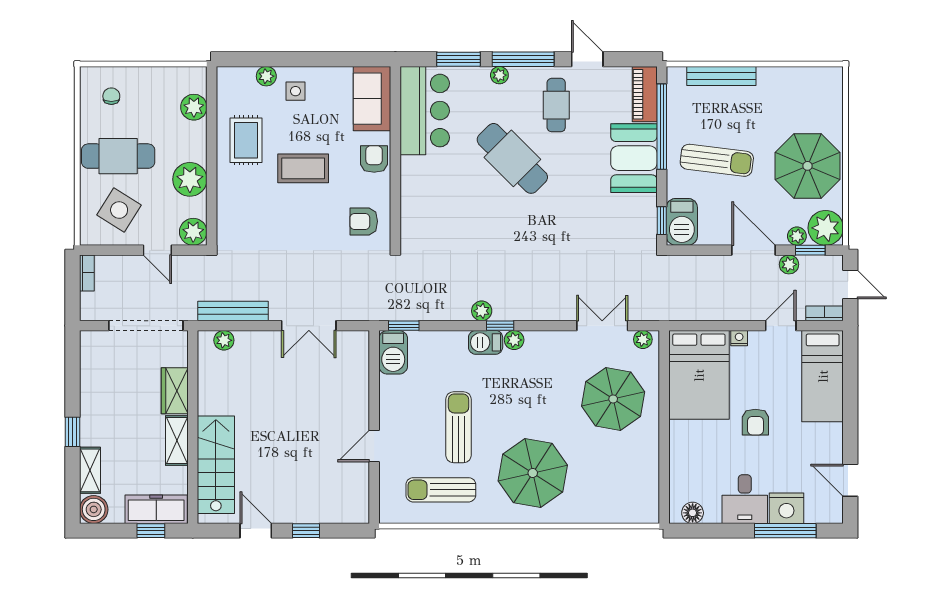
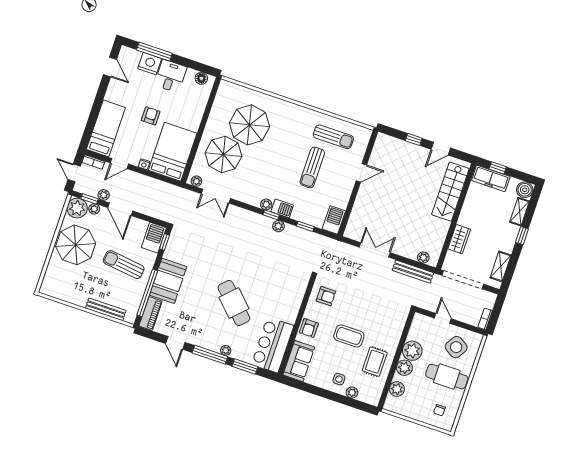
cafe table: (556, 105) -> (200, 324), removed
plant: (193, 232) -> (404, 368), moved
window: (404, 326) -> (305, 226), moved
shelving: (177, 440) -> (501, 266), moved
parasol: (533, 473) -> (249, 125), moved
door: (256, 531) -> (441, 149), hinge flipped

